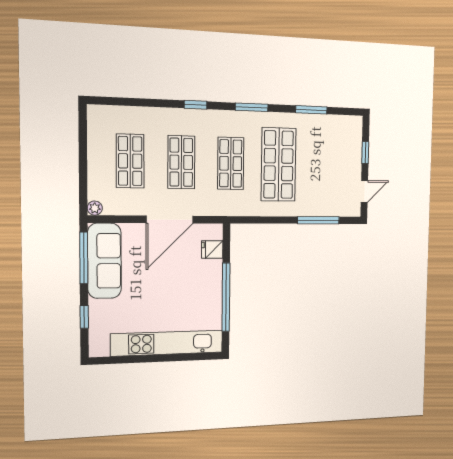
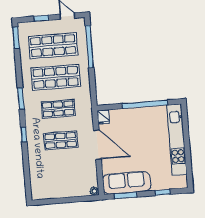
window: (311, 110) -> (16, 38), moved
shop shelf: (130, 161) -> (53, 46), moved, width x1.43, depth x1.36
window: (318, 220) -> (90, 47), width x1.46
fridge: (212, 250) -> (103, 117), moved
window: (84, 258) -> (126, 195), width x0.69

